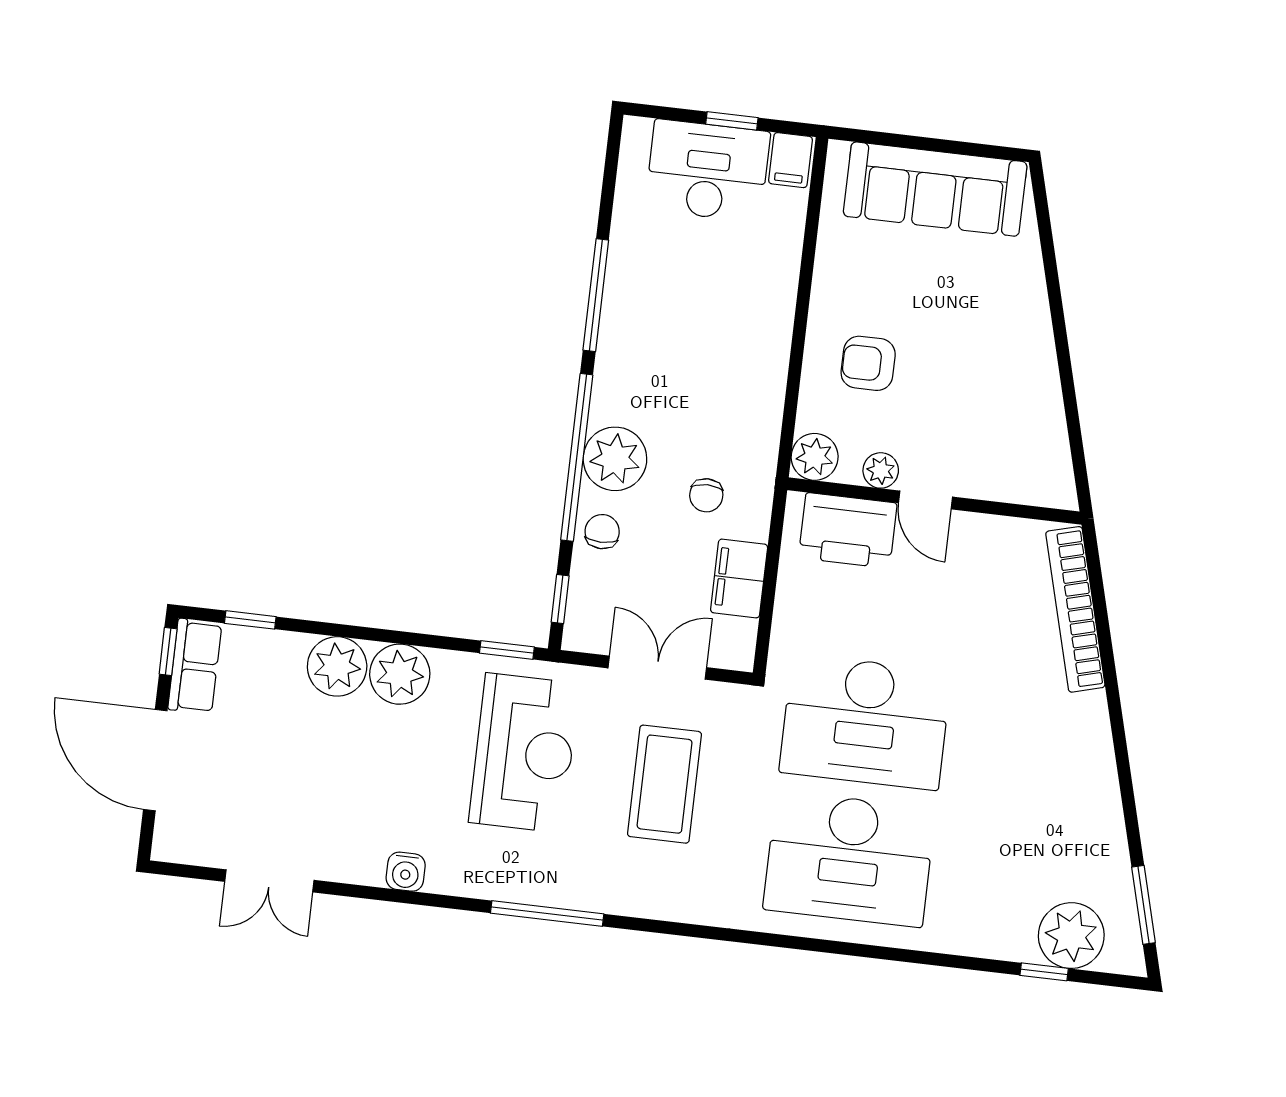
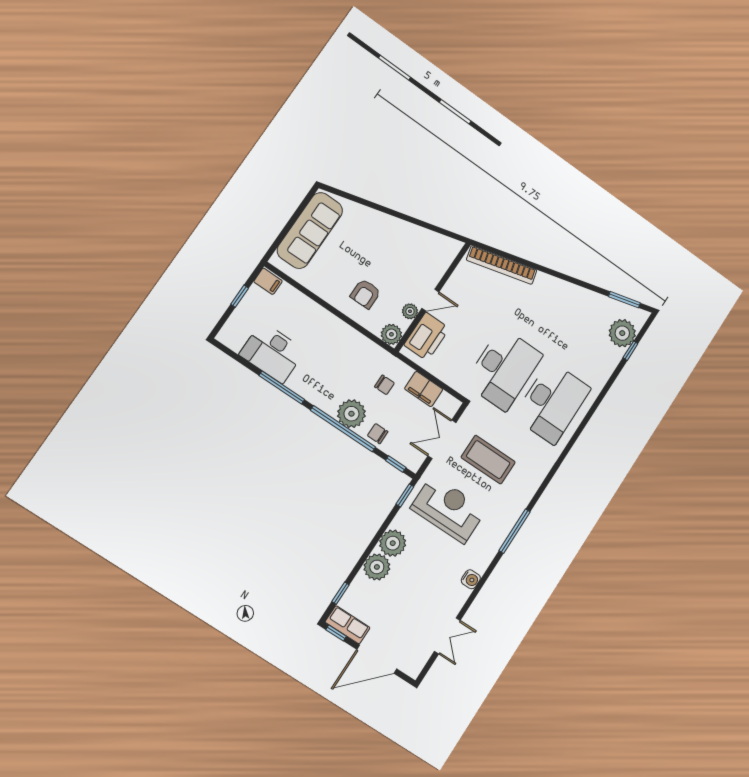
desk: (708, 171) -> (272, 353), moved, turned -90

